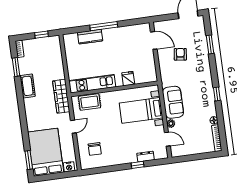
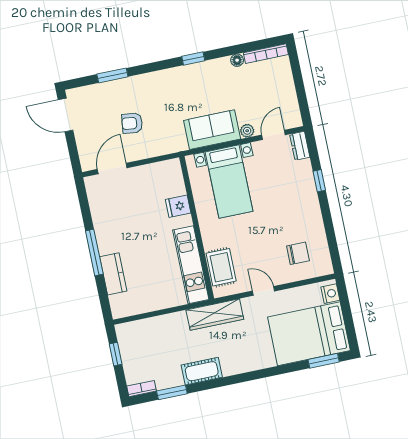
dresser: (146, 157) -> (300, 146), moved

